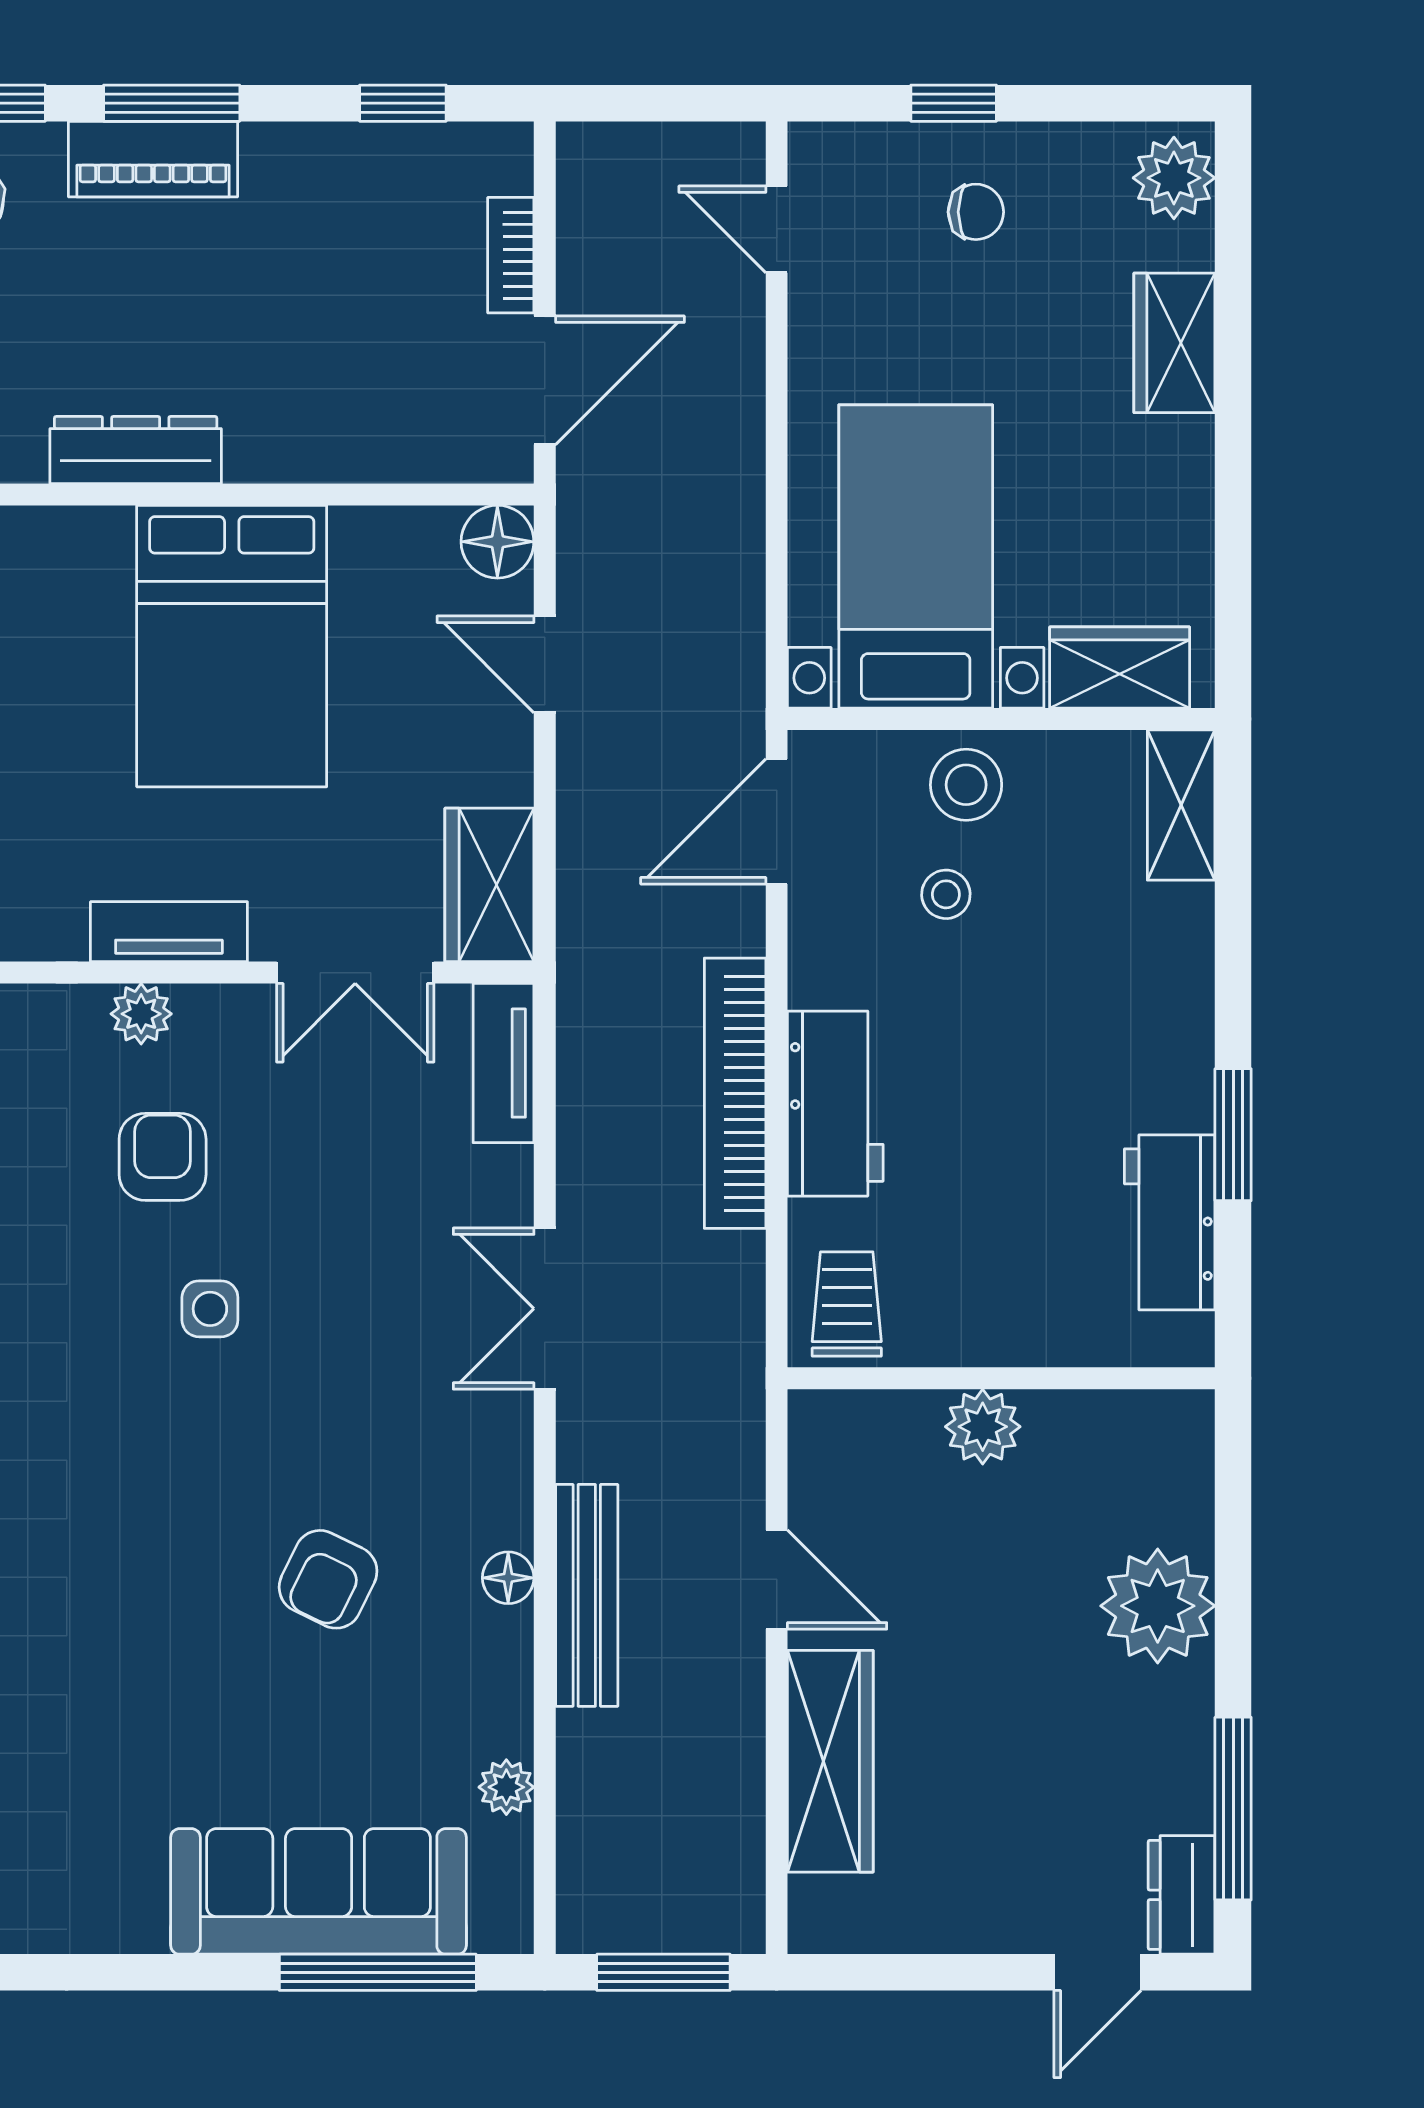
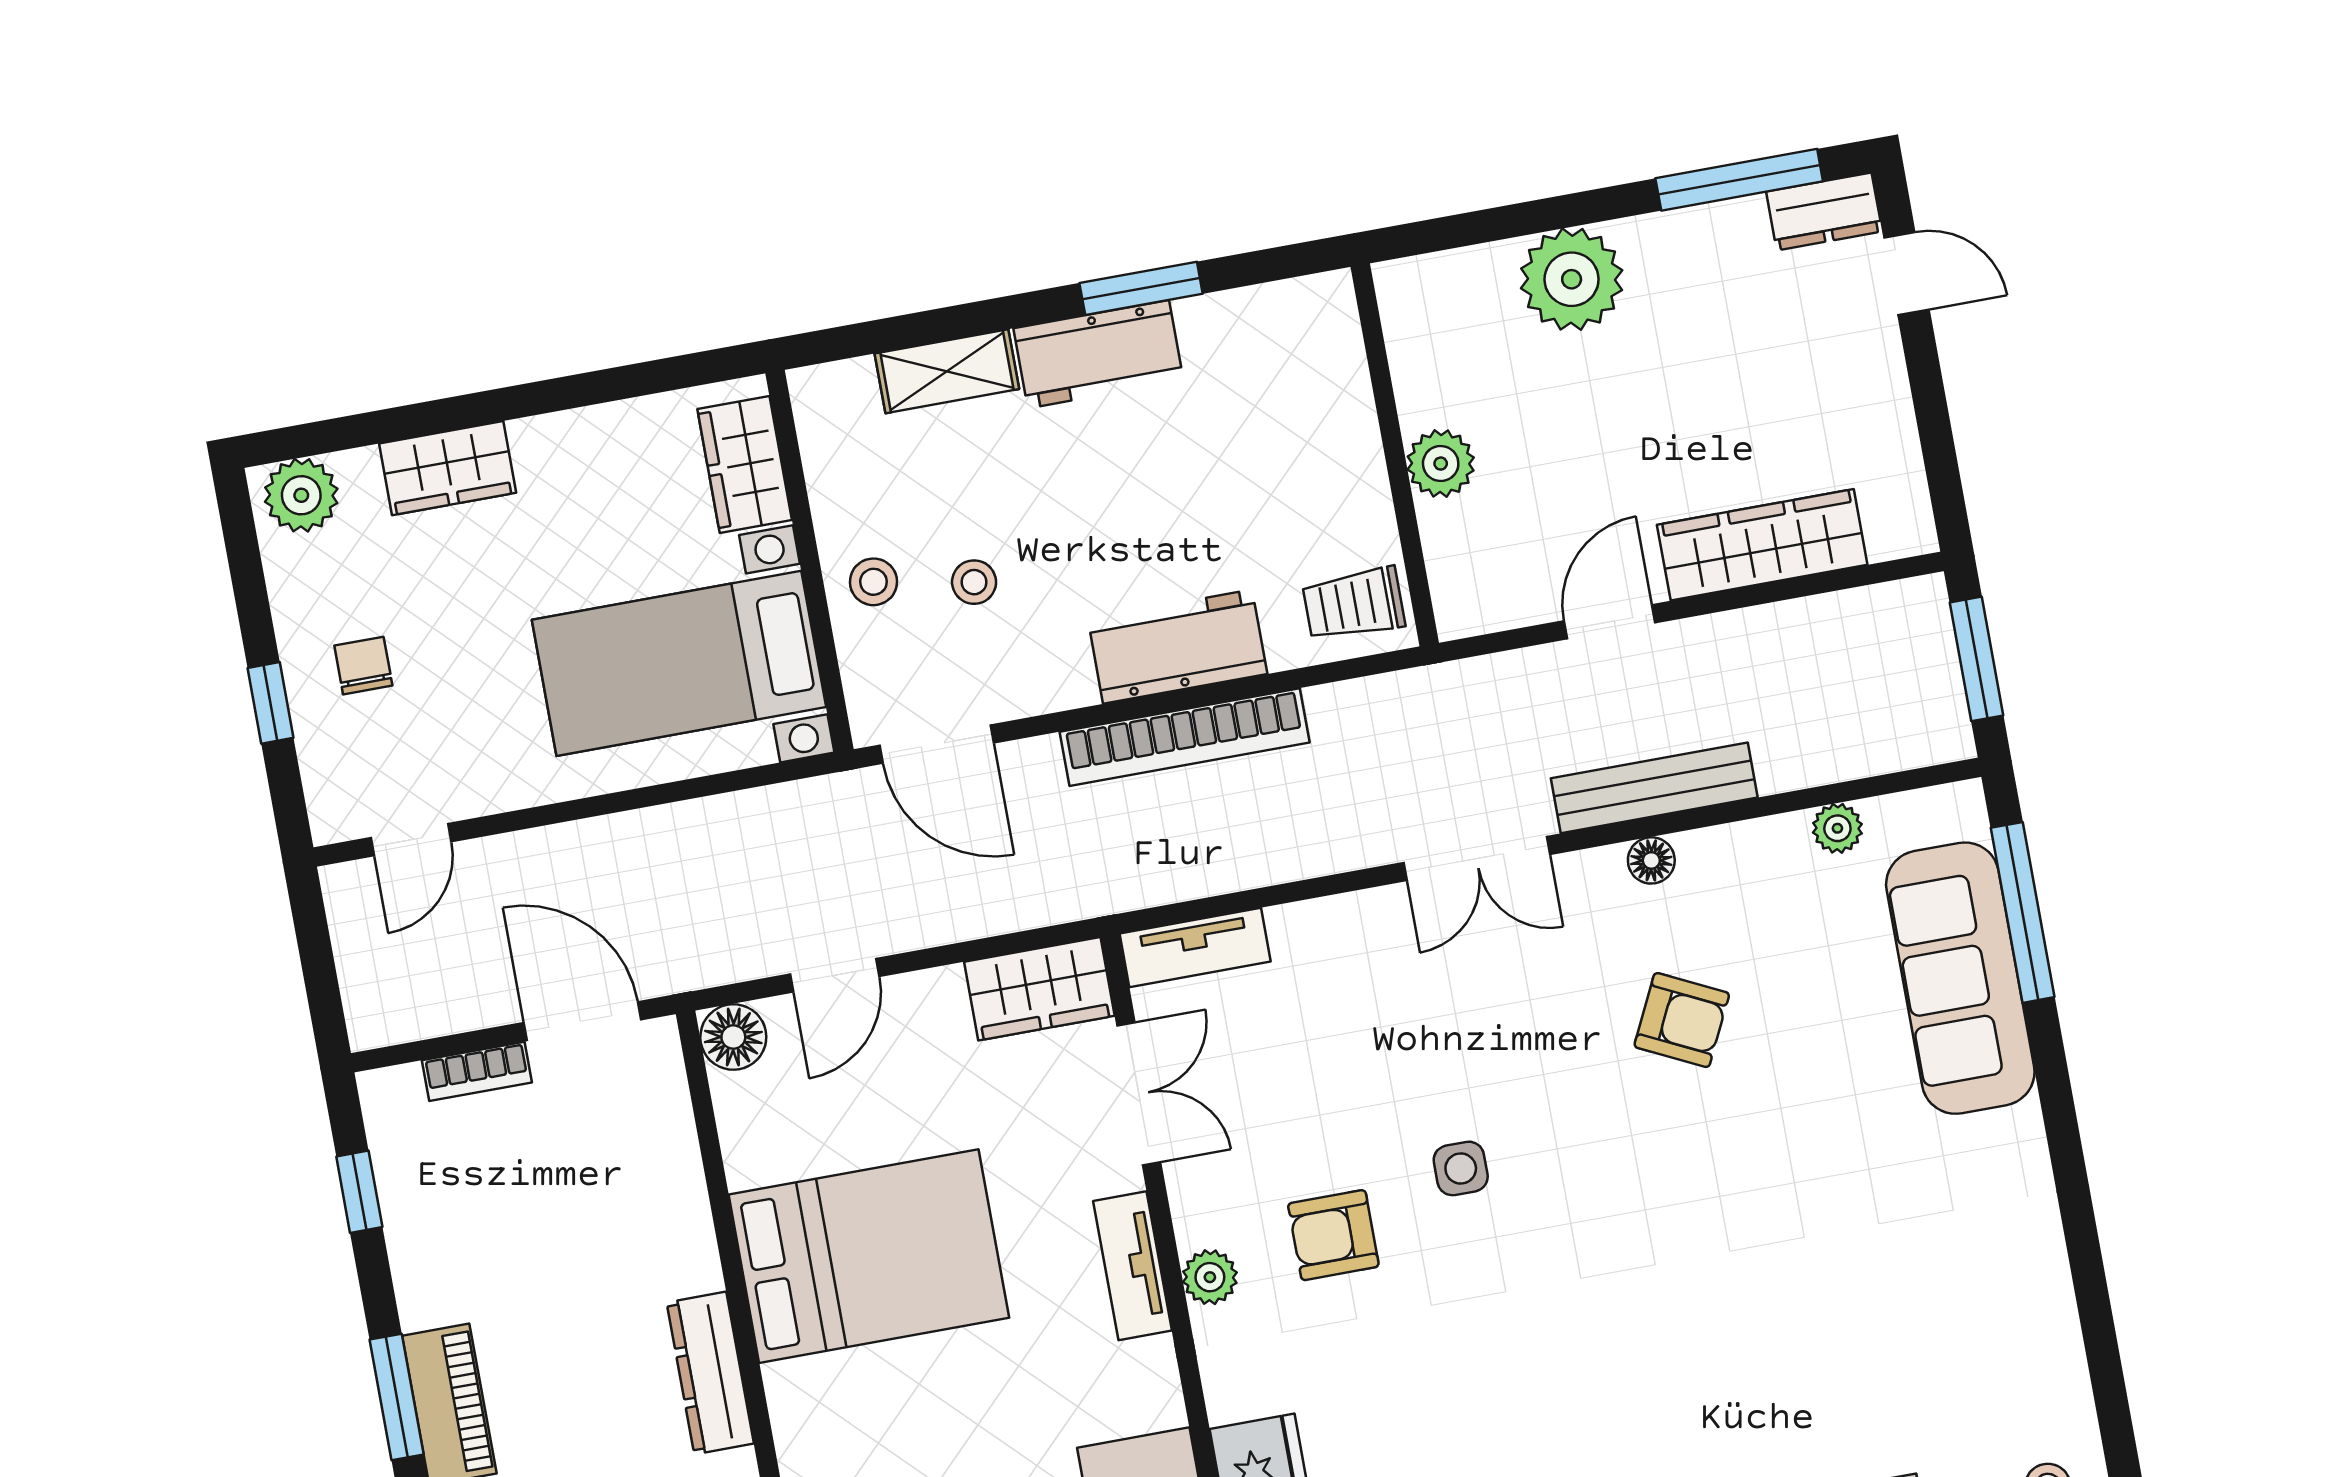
stool: (966, 785) -> (873, 582), width x0.73, depth x0.73
shelving: (1181, 805) -> (947, 371), moved
workbench: (1170, 1222) -> (1098, 354), moved
double door: (545, 1309) -> (1477, 859), moved

